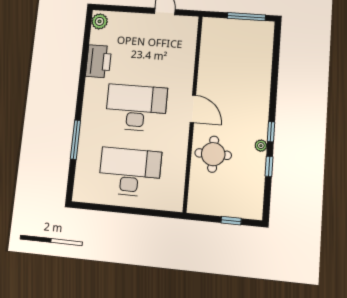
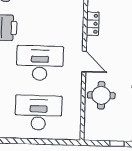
locker: (207, 61) -> (93, 24), added

